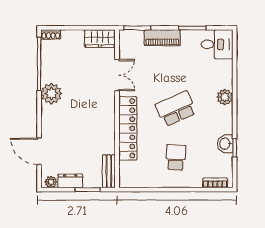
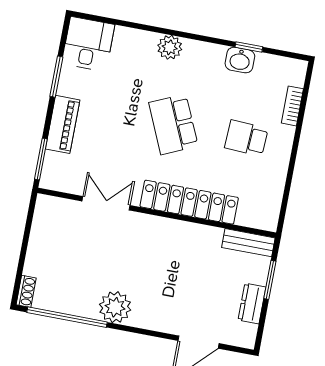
wardrobe: (100, 39) -> (46, 219), removed
plant: (51, 182) -> (248, 333), removed
bookcase: (215, 183) -> (292, 106), moved

